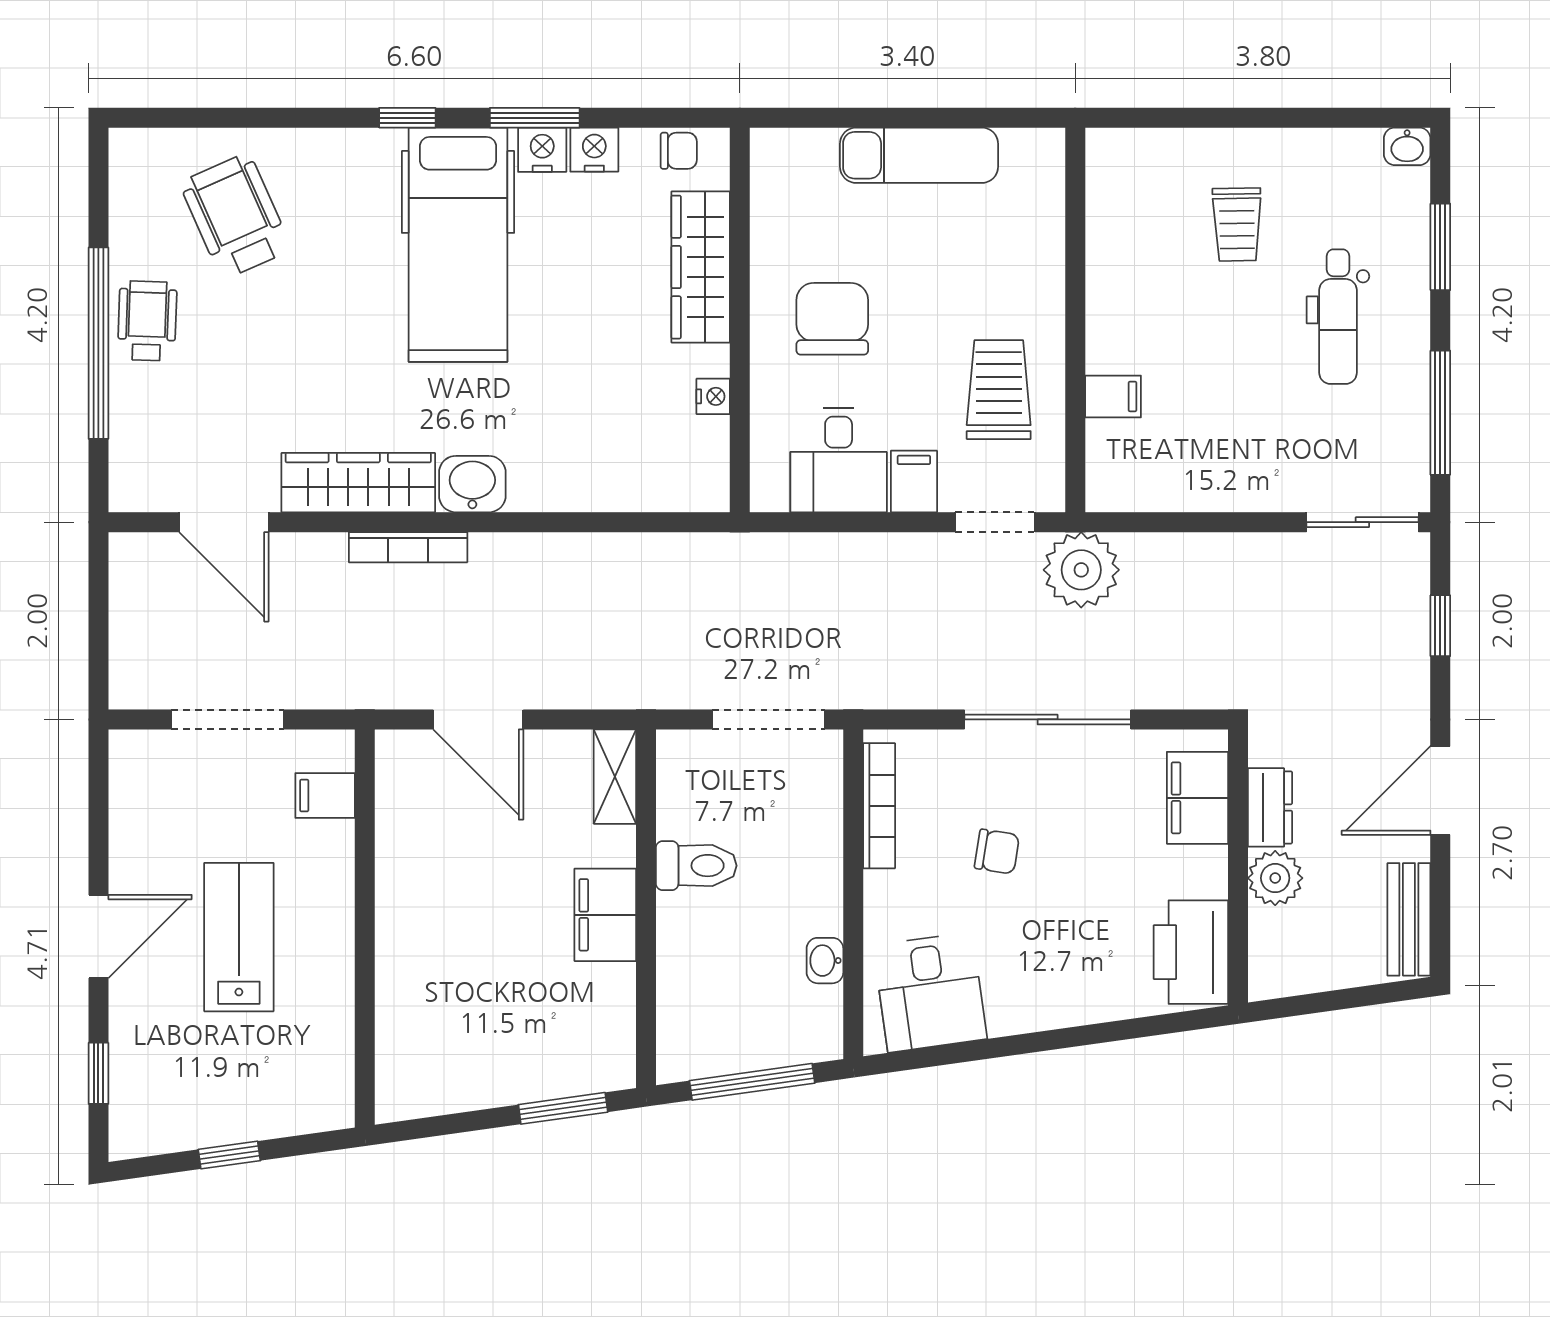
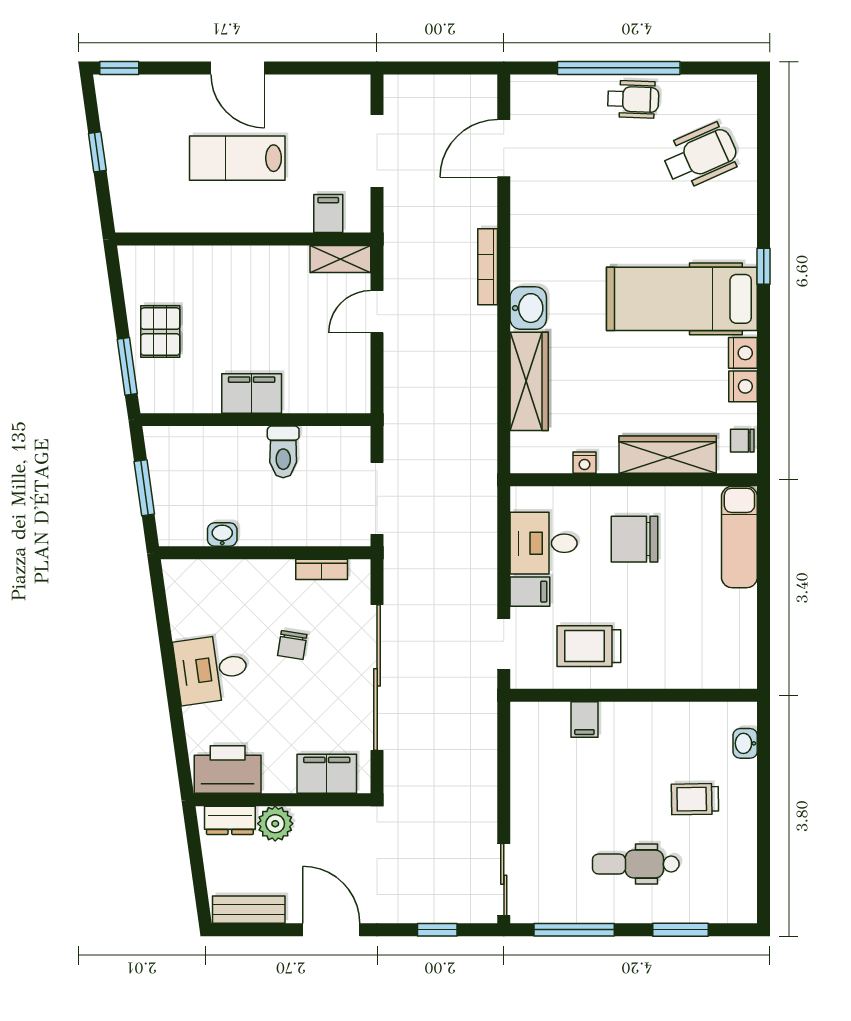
window: (535, 118) -> (764, 348), removed
washbasin: (1407, 146) -> (745, 743), moved
chair: (679, 151) -> (742, 441), turned 90
exam couch: (919, 155) -> (739, 537), moved
chair: (832, 319) -> (634, 539), turned 180
trolley: (999, 390) -> (589, 646), turned 180
wardrobe: (358, 483) -> (529, 381), moved
plant: (1081, 570) -> (473, 699), removed
door: (478, 719) -> (377, 312), width x0.73
sliding door: (1048, 719) -> (377, 677), width x1.36
shelving: (615, 777) -> (340, 259), moved
bookcase: (879, 806) -> (322, 569), width x0.64
dresser: (1270, 807) -> (230, 820), moved
lab bench: (239, 937) -> (237, 158), turned 180
desk: (930, 992) -> (211, 669), moved
pallet: (509, 1057) -> (160, 332), added
window: (98, 1073) -> (119, 68), moved
window: (752, 1082) -> (144, 488), width x0.69

